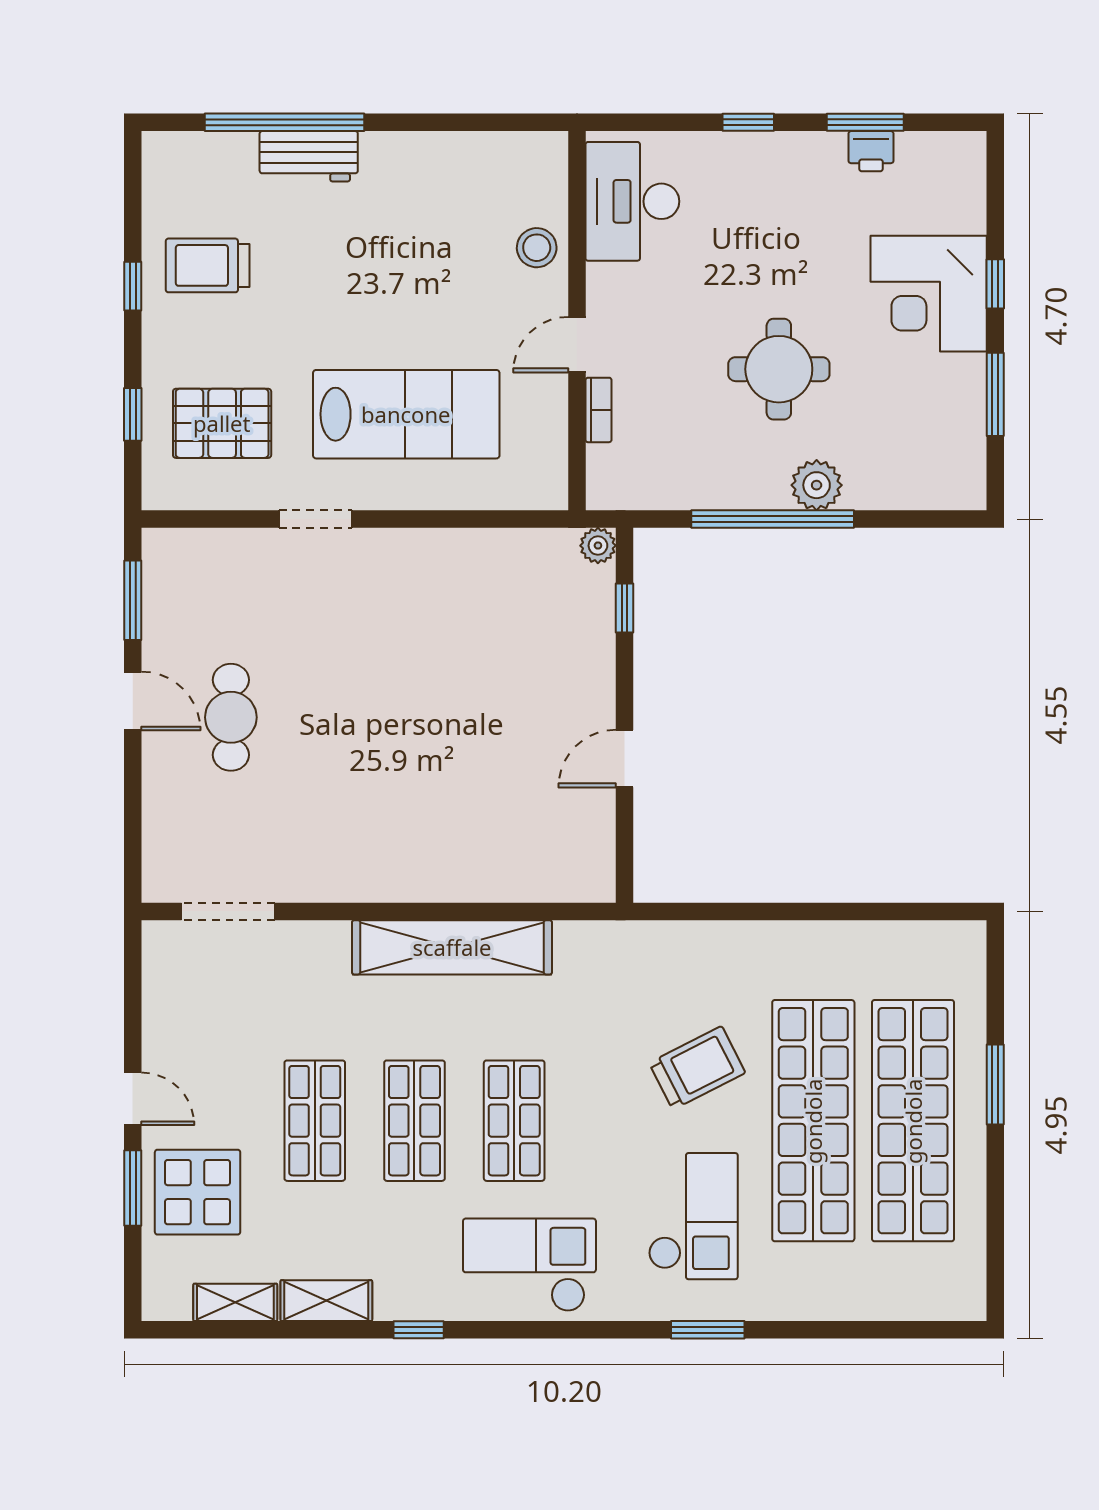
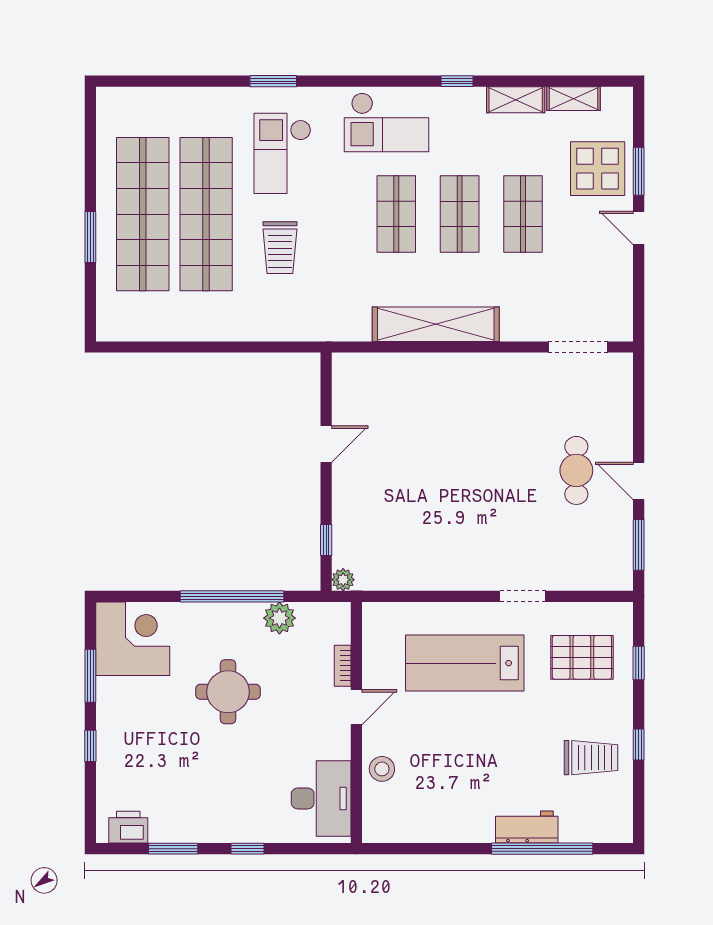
printer: (871, 151) -> (128, 827), moved, width x1.36, depth x1.24
corner desk: (929, 294) -> (133, 639), moved
plant: (817, 485) -> (279, 618), moved
trolley: (697, 1068) -> (280, 248), turned -63

